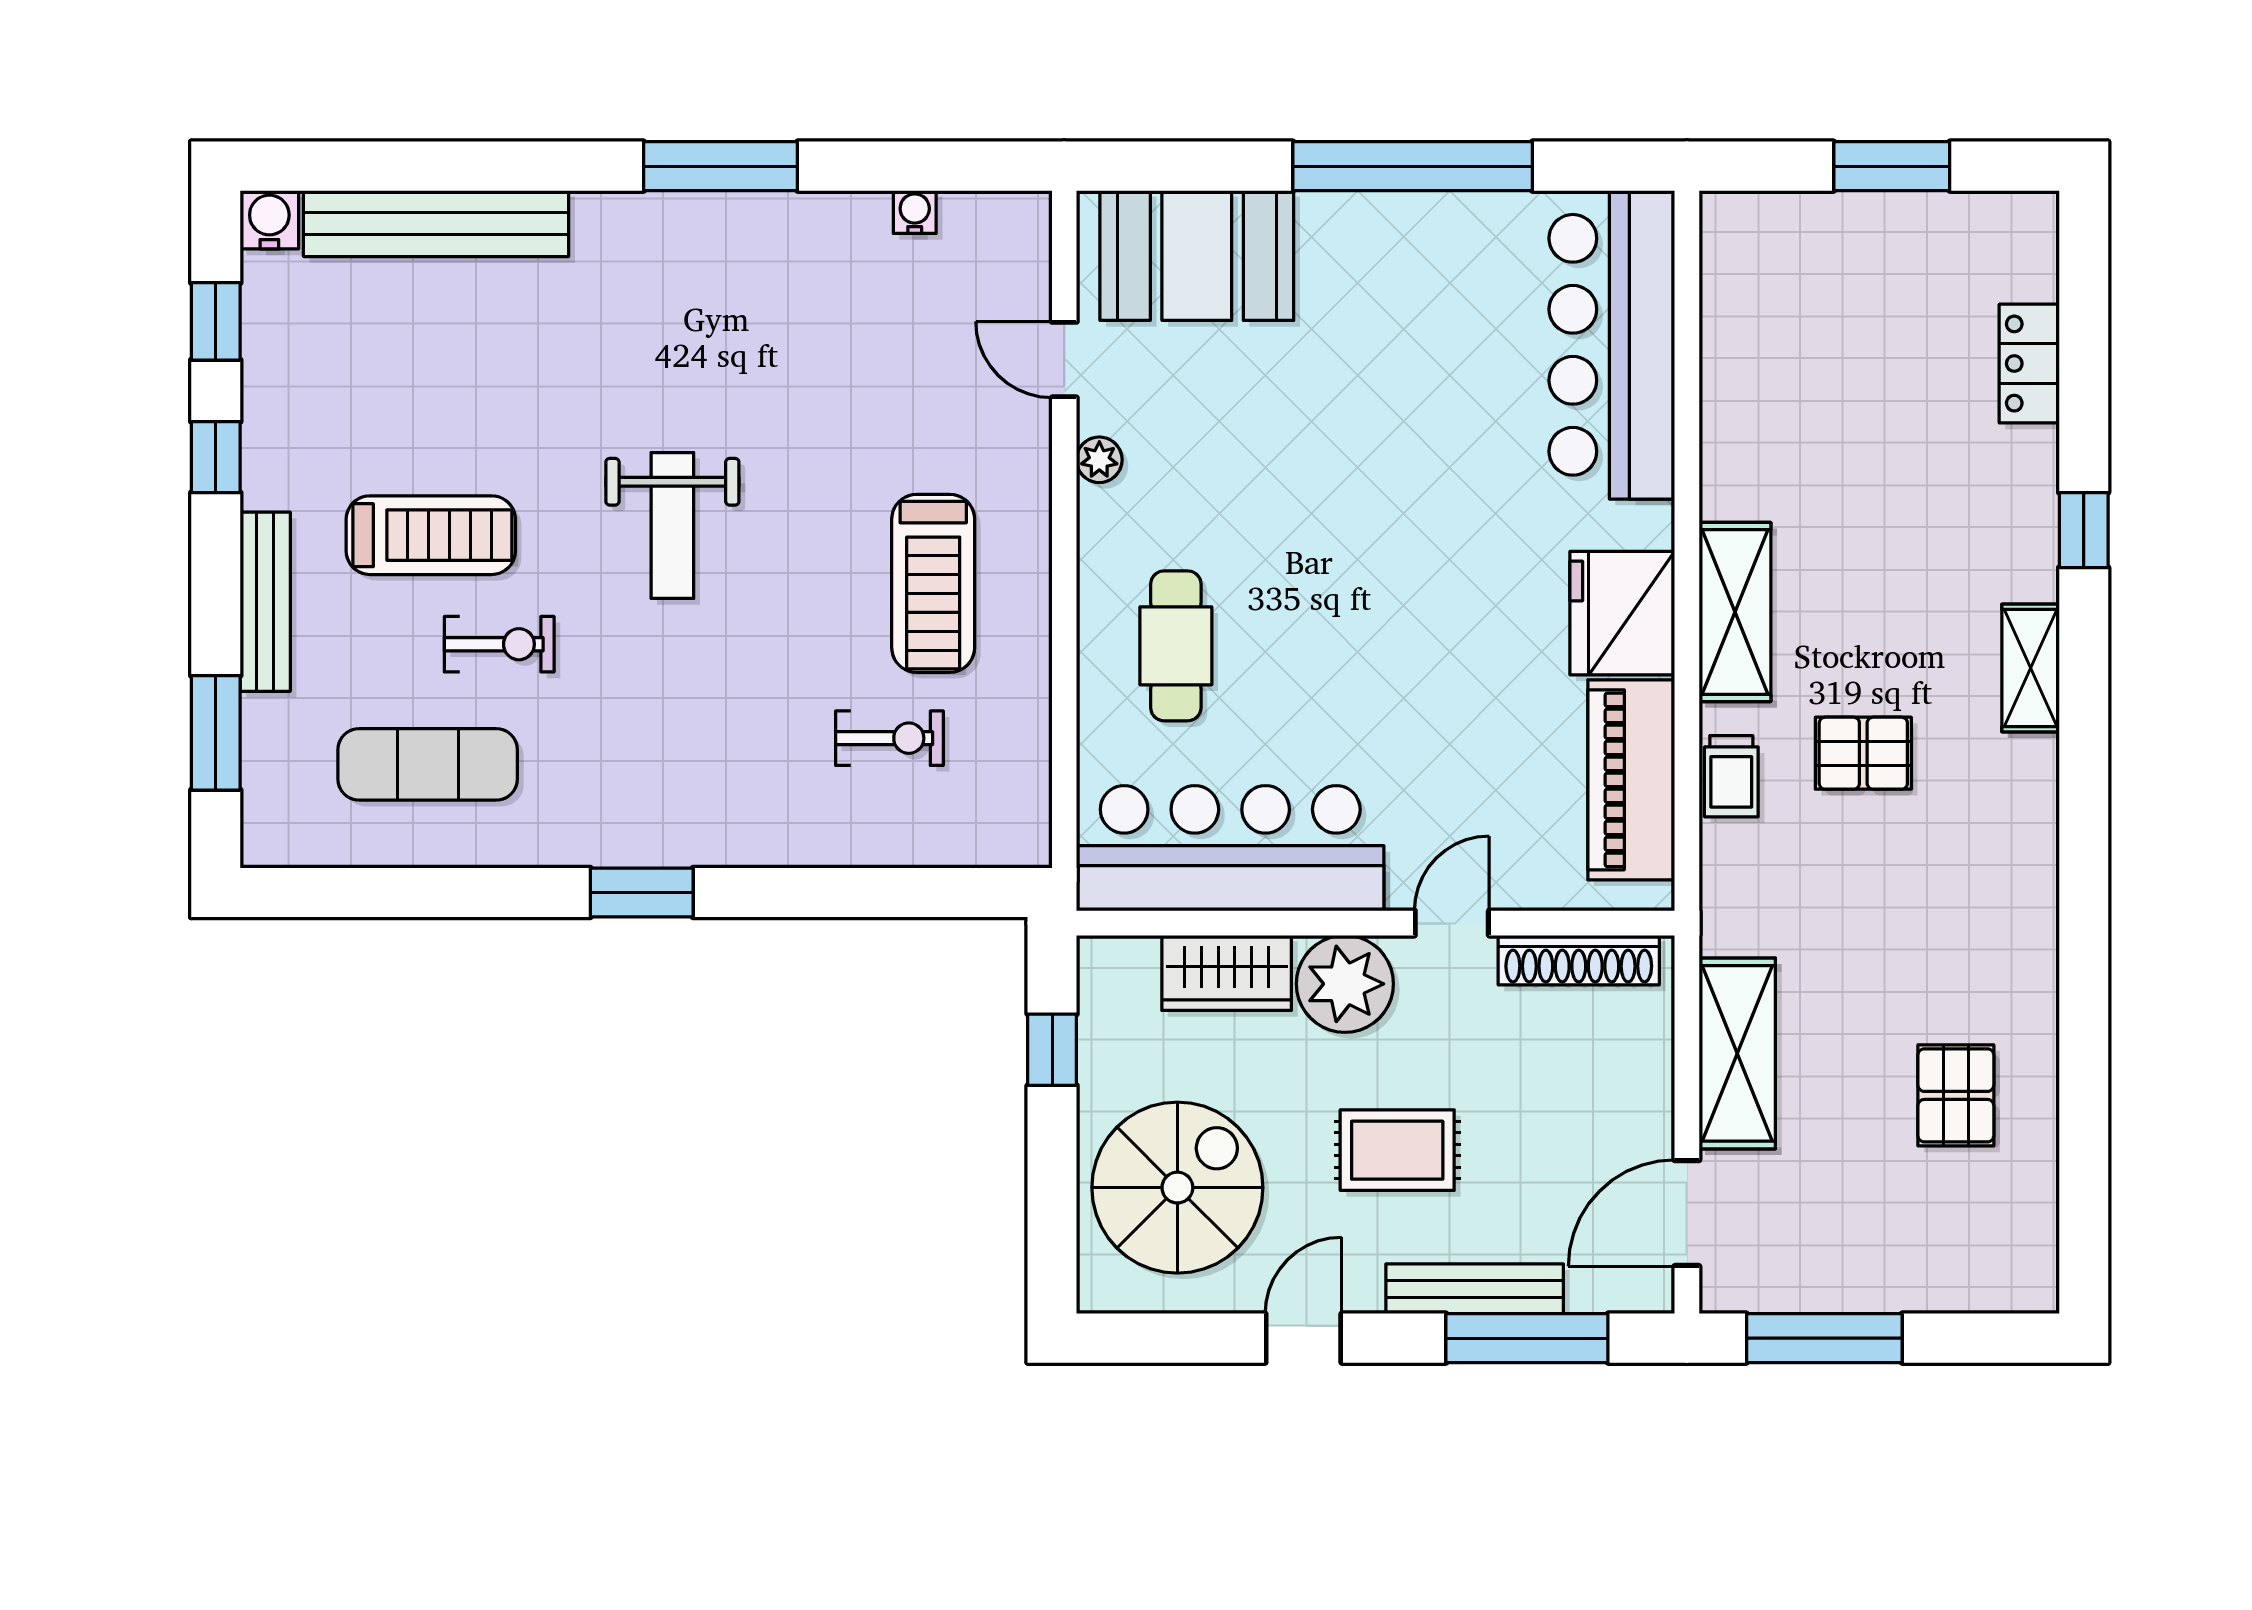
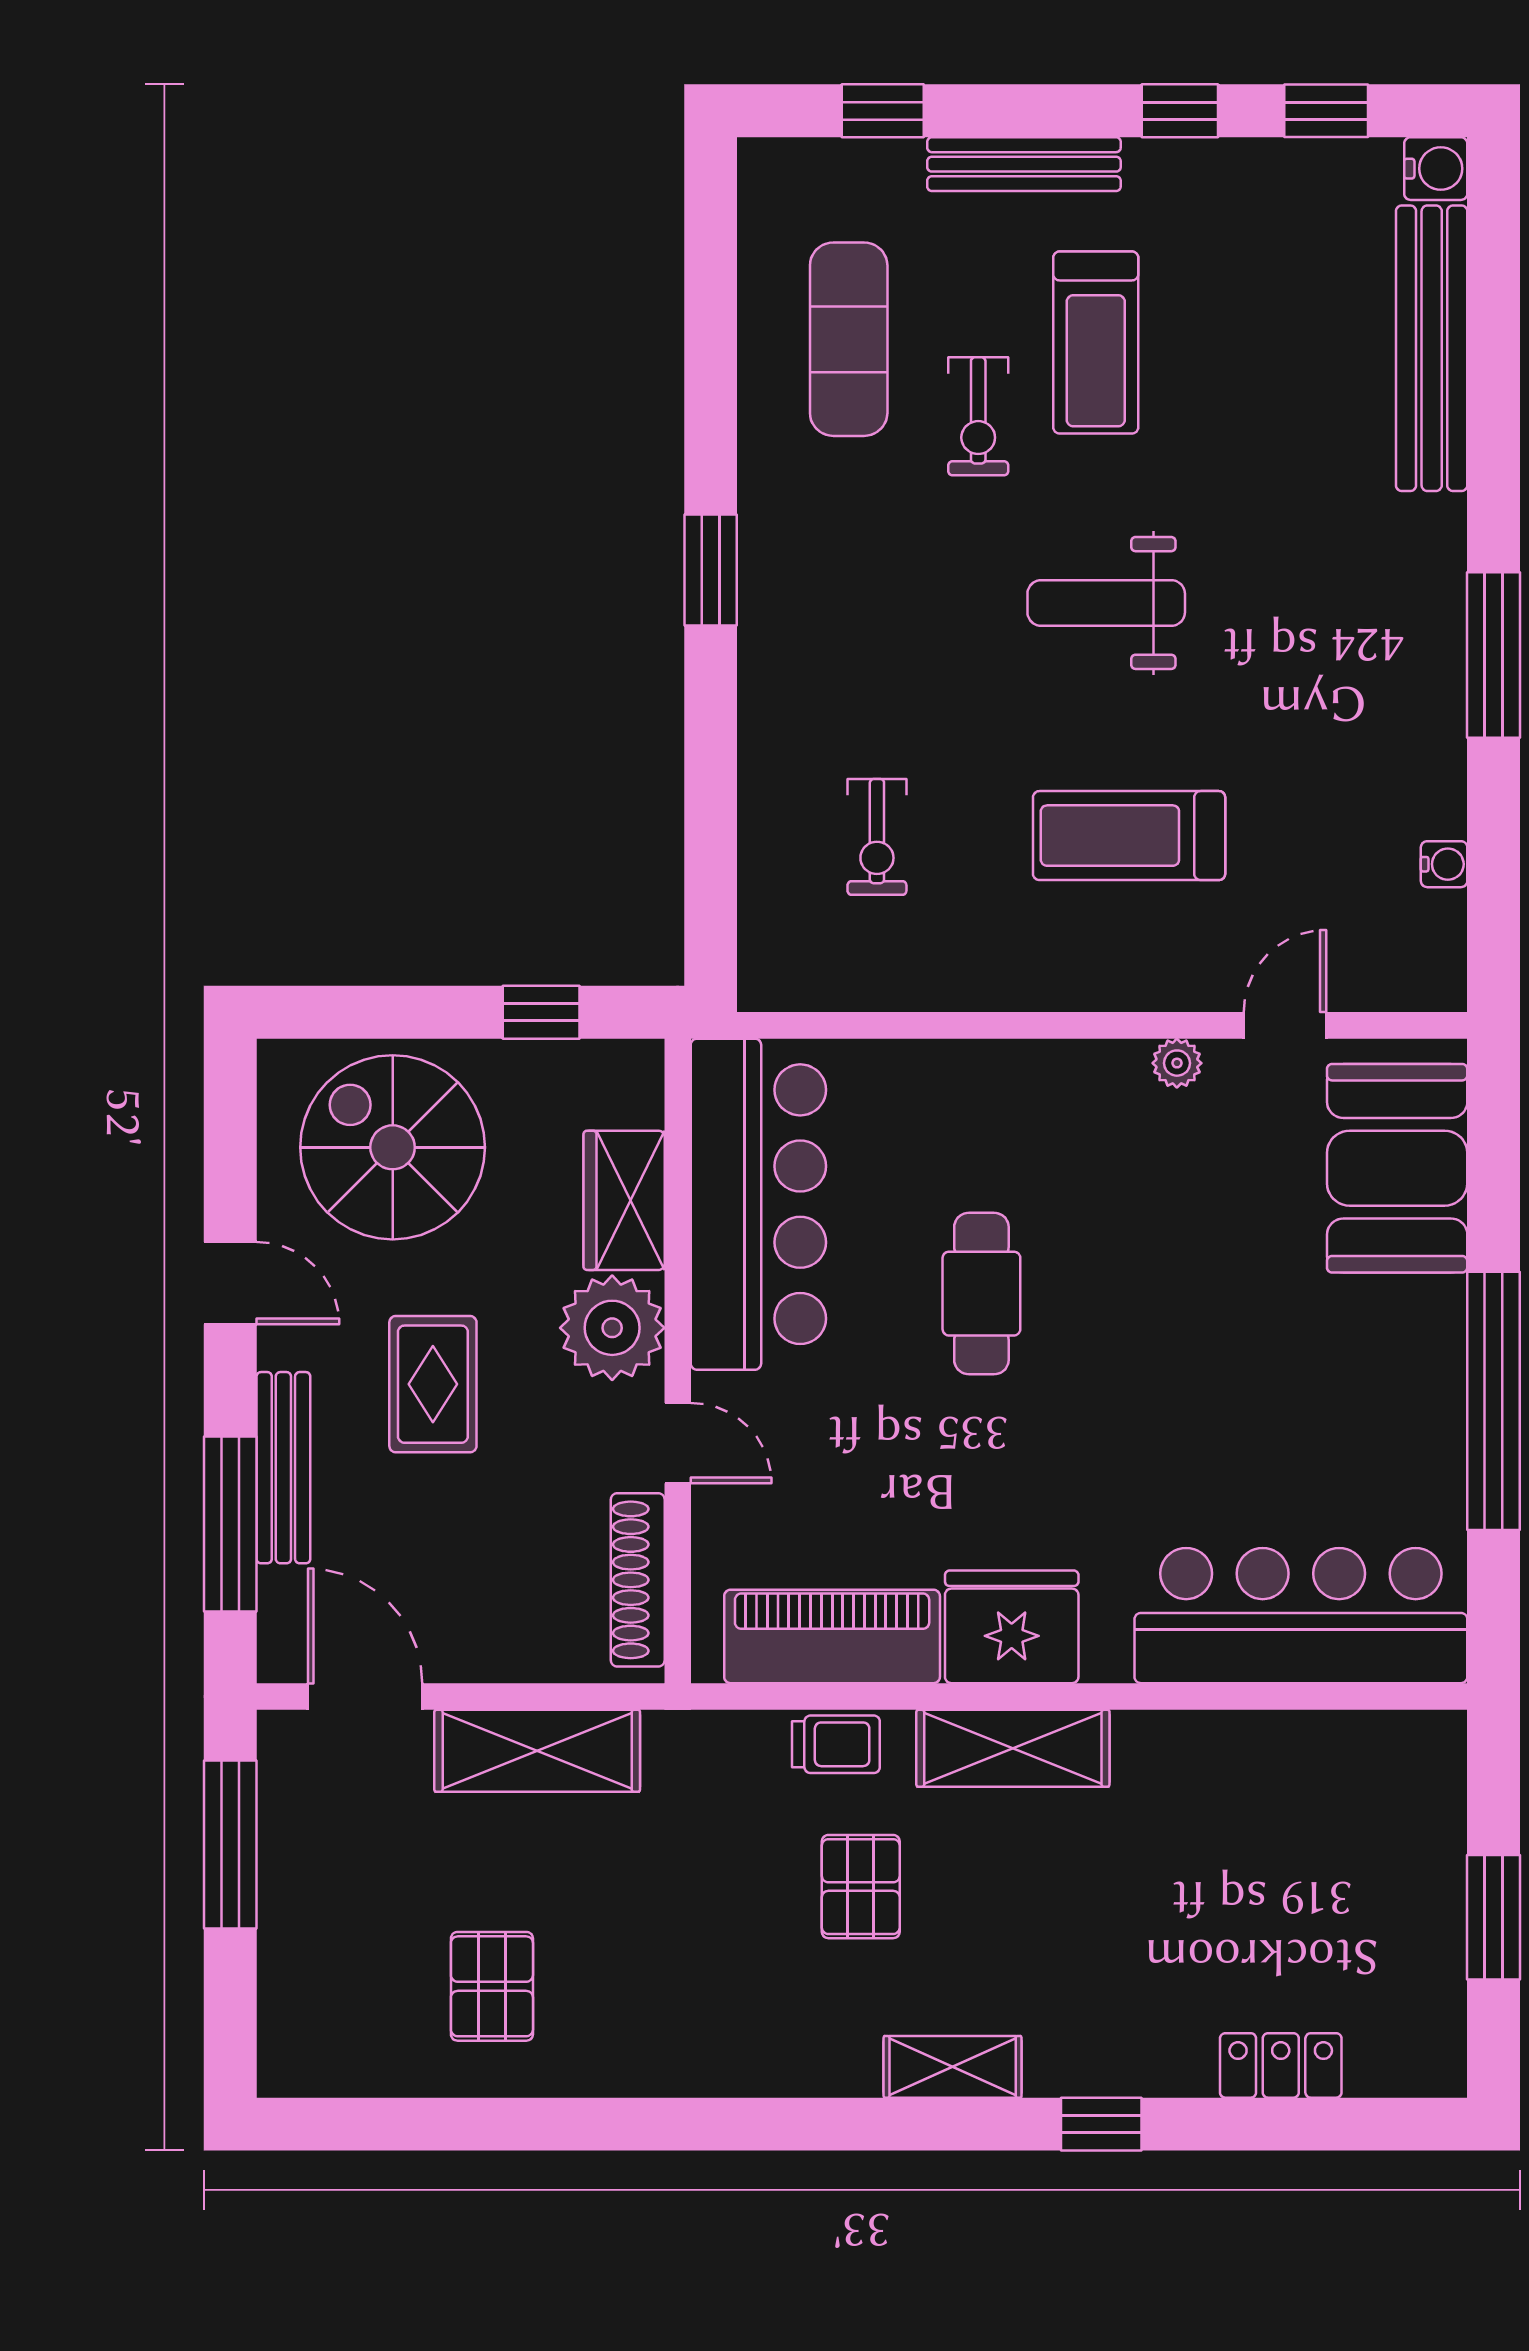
treadmill: (933, 583) -> (1129, 836), moved
cafe table: (1176, 646) -> (981, 1294), moved, turned 90
window: (216, 733) -> (883, 111), width x0.67
trolley: (1731, 776) -> (836, 1744), turned 180
pallet: (1956, 1095) -> (492, 1986), turned 90
spiral stairs: (1177, 1188) -> (393, 1147), turned 180

